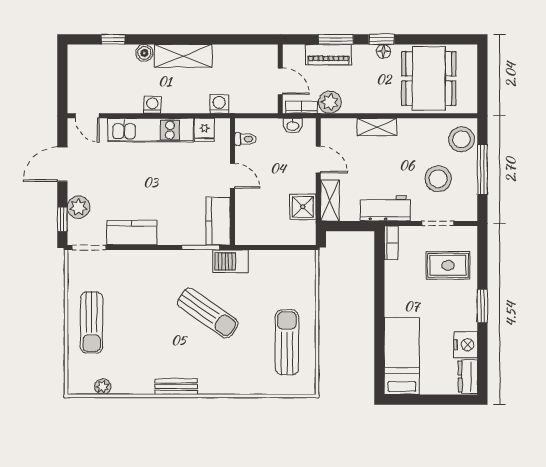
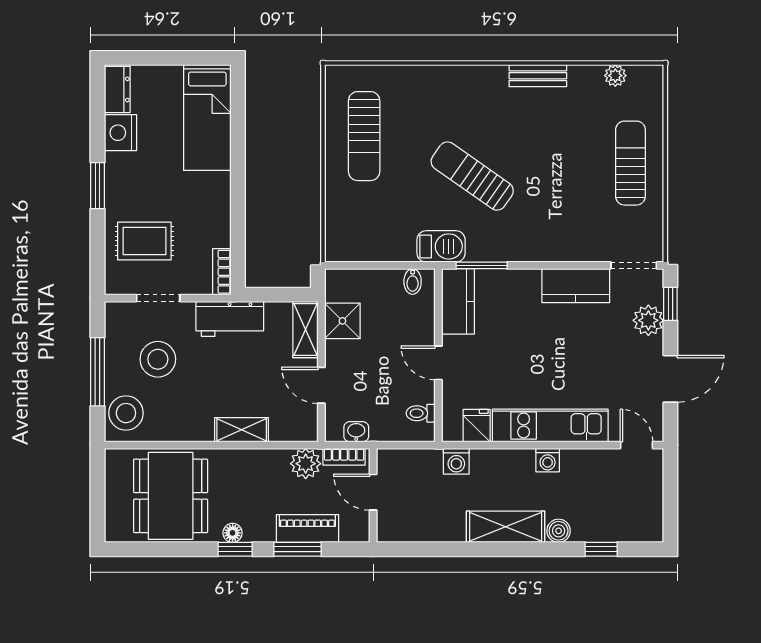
bidet: (251, 236) -> (413, 282), added
bench: (176, 387) -> (538, 76), moved

